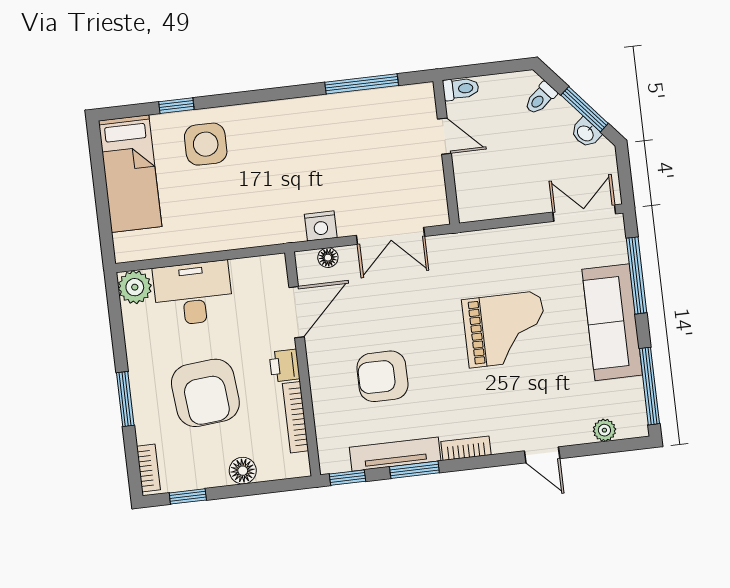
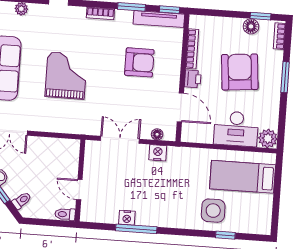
window: (362, 84) -> (136, 229), moved
nightstand: (353, 103) -> (127, 218), added
bed: (130, 174) -> (243, 177), moved, turned -90
door: (297, 312) -> (180, 107), swing flipped
grand piano: (505, 329) -> (66, 76), turned 90
tv unit: (395, 454) -> (159, 19), moved
floor lamp: (243, 471) -> (251, 26), moved

